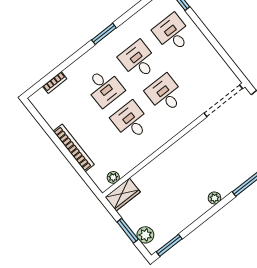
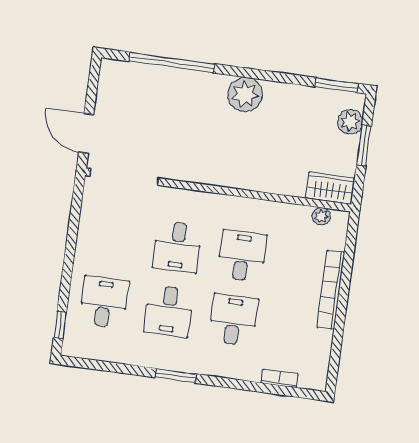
desk: (173, 33) -> (104, 302), turned 180
desk: (131, 121) -> (242, 256), turned 180
plant: (214, 198) -> (245, 94), width x1.88, depth x1.88

